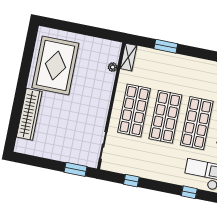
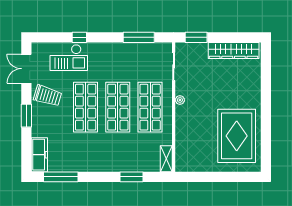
plant: (113, 67) -> (180, 100), moved
wardrobe: (29, 114) -> (234, 51), moved, turned -90
window: (131, 181) -> (139, 37), width x2.17

